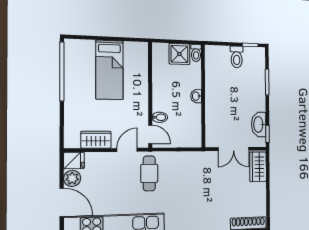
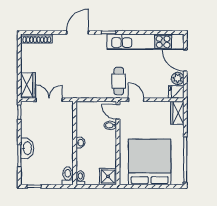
shower: (179, 54) -> (108, 176), moved
toilet: (237, 57) -> (68, 176), moved
bed: (109, 70) -> (150, 162), width x2.04
washbasin: (259, 124) -> (27, 148), moved
wardrobe: (96, 140) -> (177, 113), moved, turned 90
door: (127, 150) -> (136, 100), swing flipped

